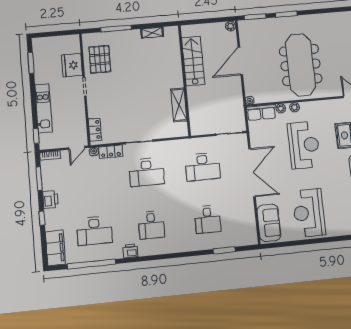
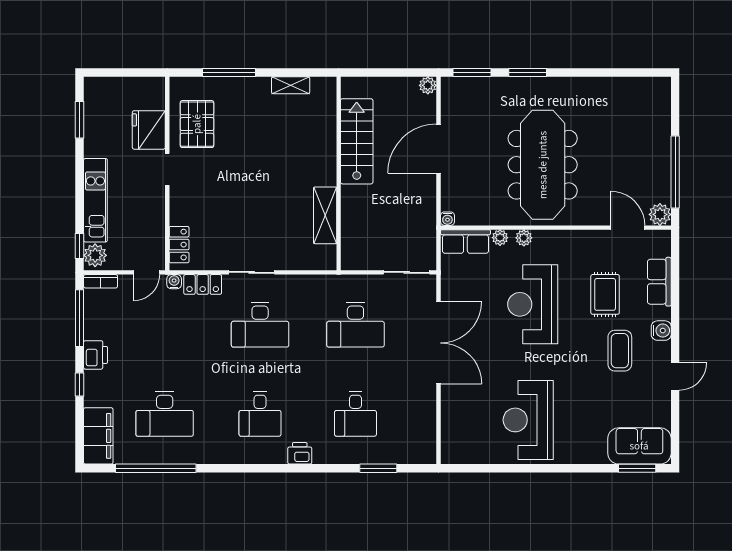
plant: (46, 141) -> (95, 255), added
reception desk: (304, 145) -> (533, 304), turned 180
window: (39, 178) -> (80, 318), width x1.44
sofa: (269, 223) -> (458, 430), removed
printer: (130, 251) -> (300, 453), moved

